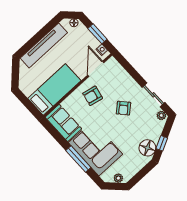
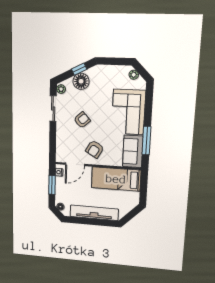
armchair: (93, 96) -> (95, 149), turned 108
floor lamp: (147, 148) -> (81, 81), moved
window: (78, 159) -> (146, 141), moved

